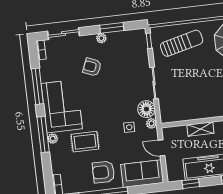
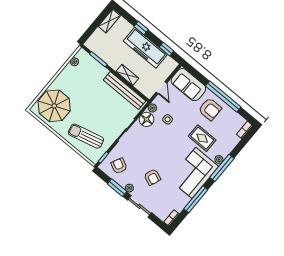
sliding door: (64, 34) -> (139, 206), moved
armchair: (129, 47) -> (119, 166), added
bench: (189, 114) -> (124, 91), added

